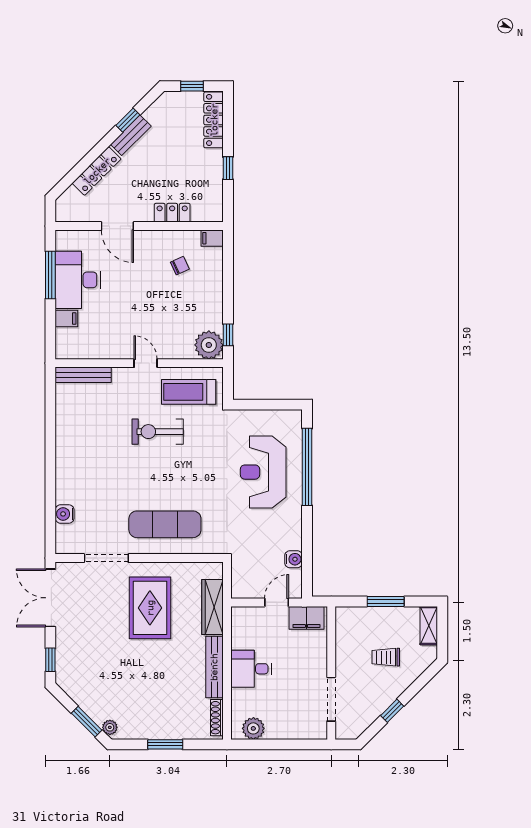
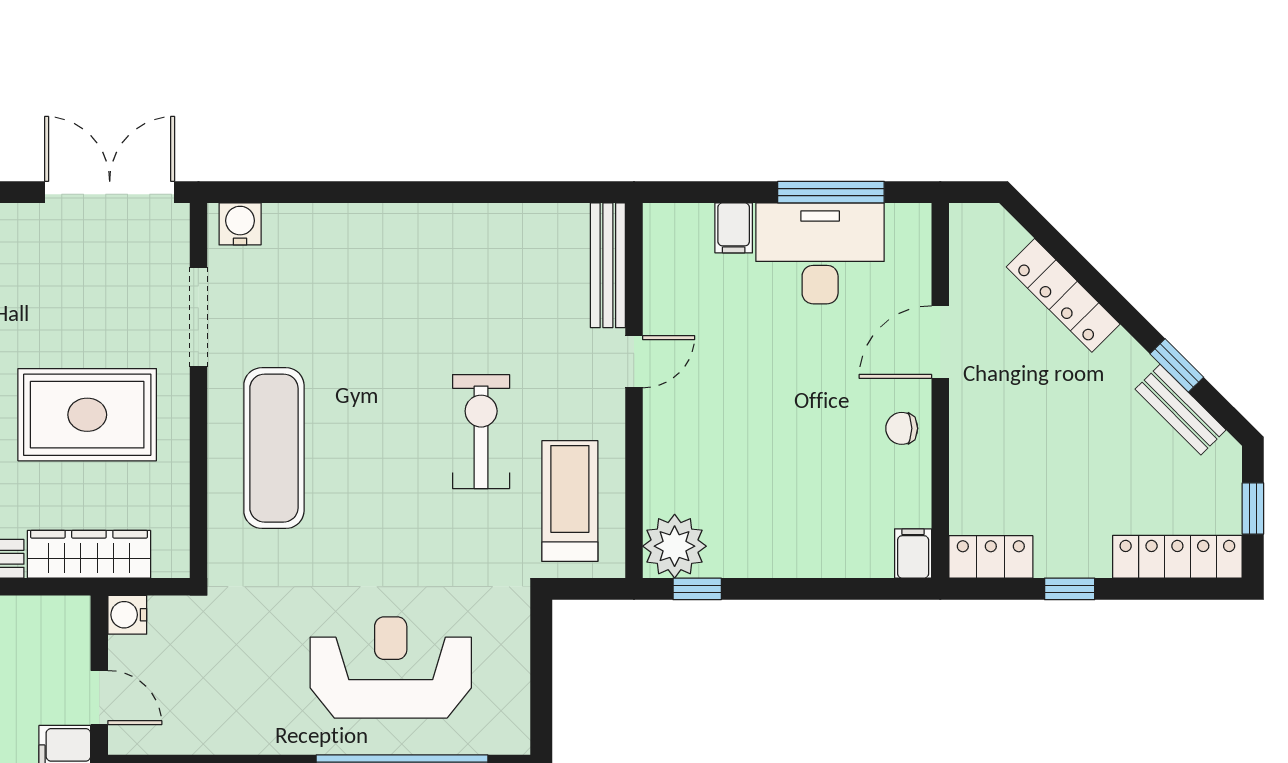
bench: (131, 135) -> (1181, 410), moved
locker: (172, 213) -> (991, 557), moved, turned -90
chair: (180, 266) -> (902, 428), moved, turned 115
door: (146, 363) -> (634, 362), moved
water cooler: (65, 514) -> (240, 224), moved
water cooler: (294, 559) -> (127, 615), moved, turned 90

